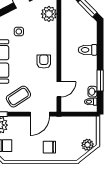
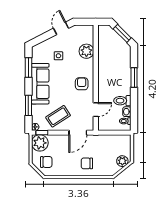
plant: (49, 14) -> (86, 51), moved
toilet: (88, 50) -> (122, 101), moved
window: (100, 80) -> (134, 78), moved

